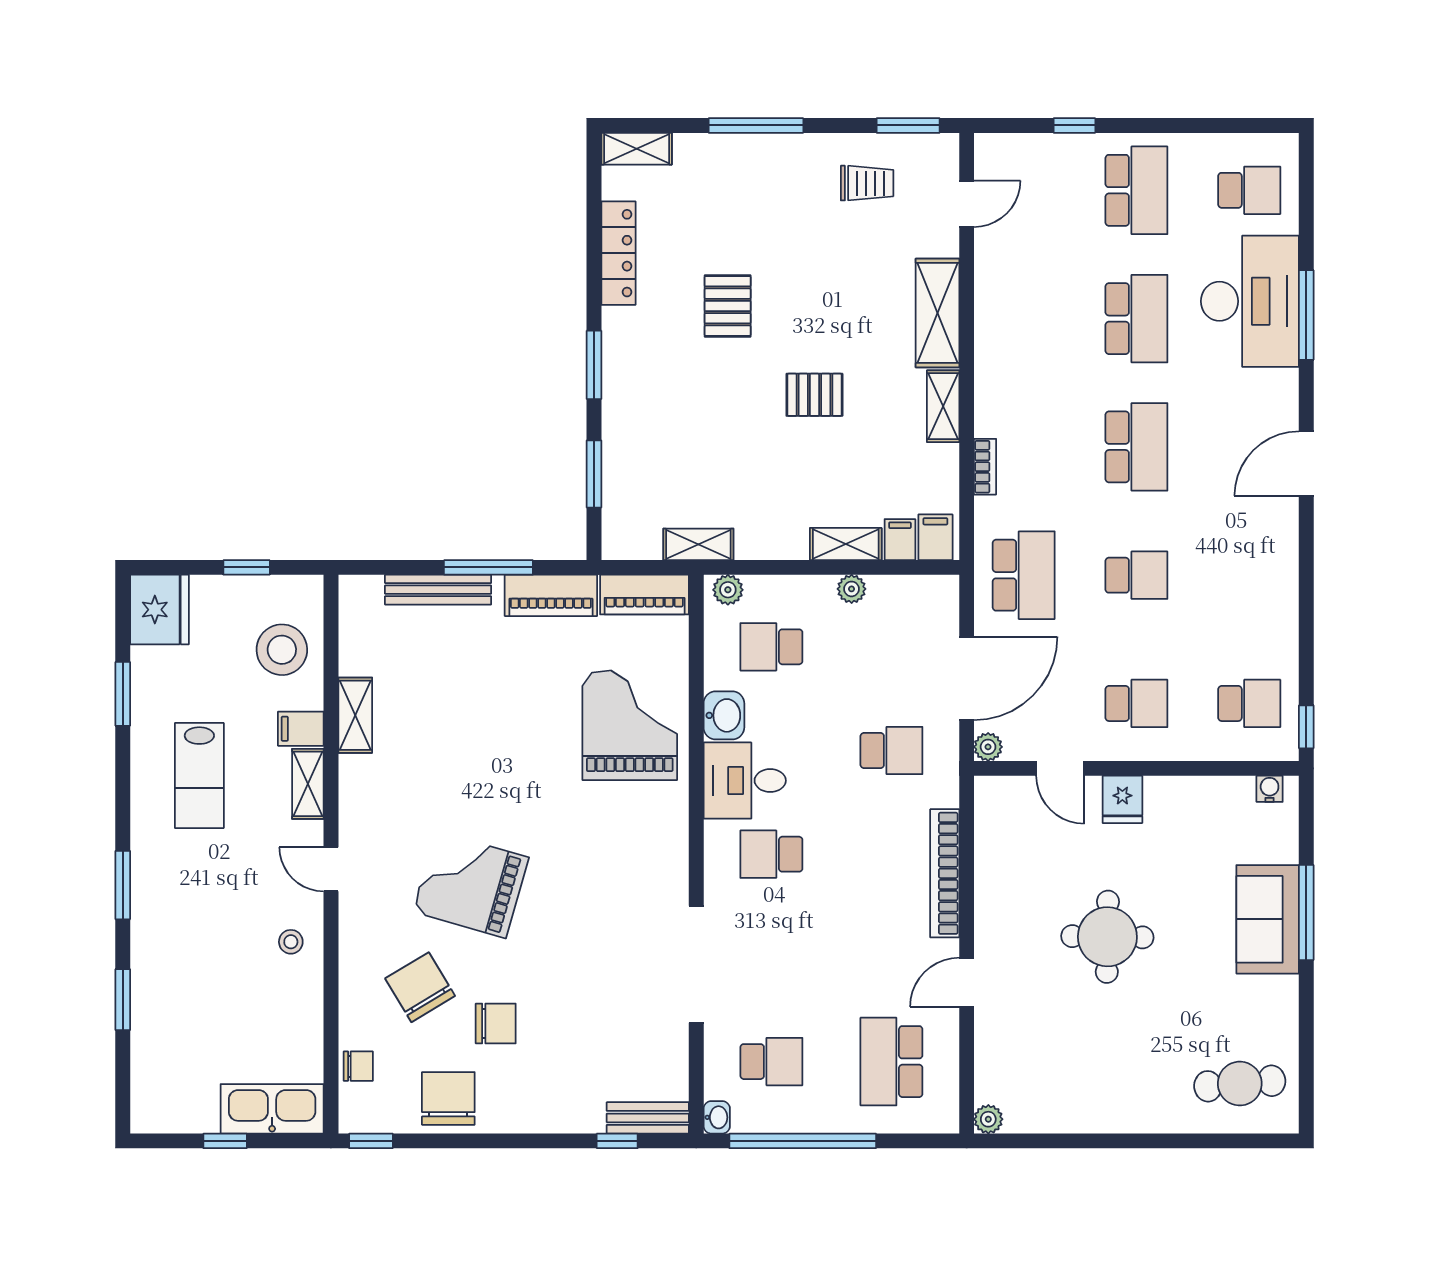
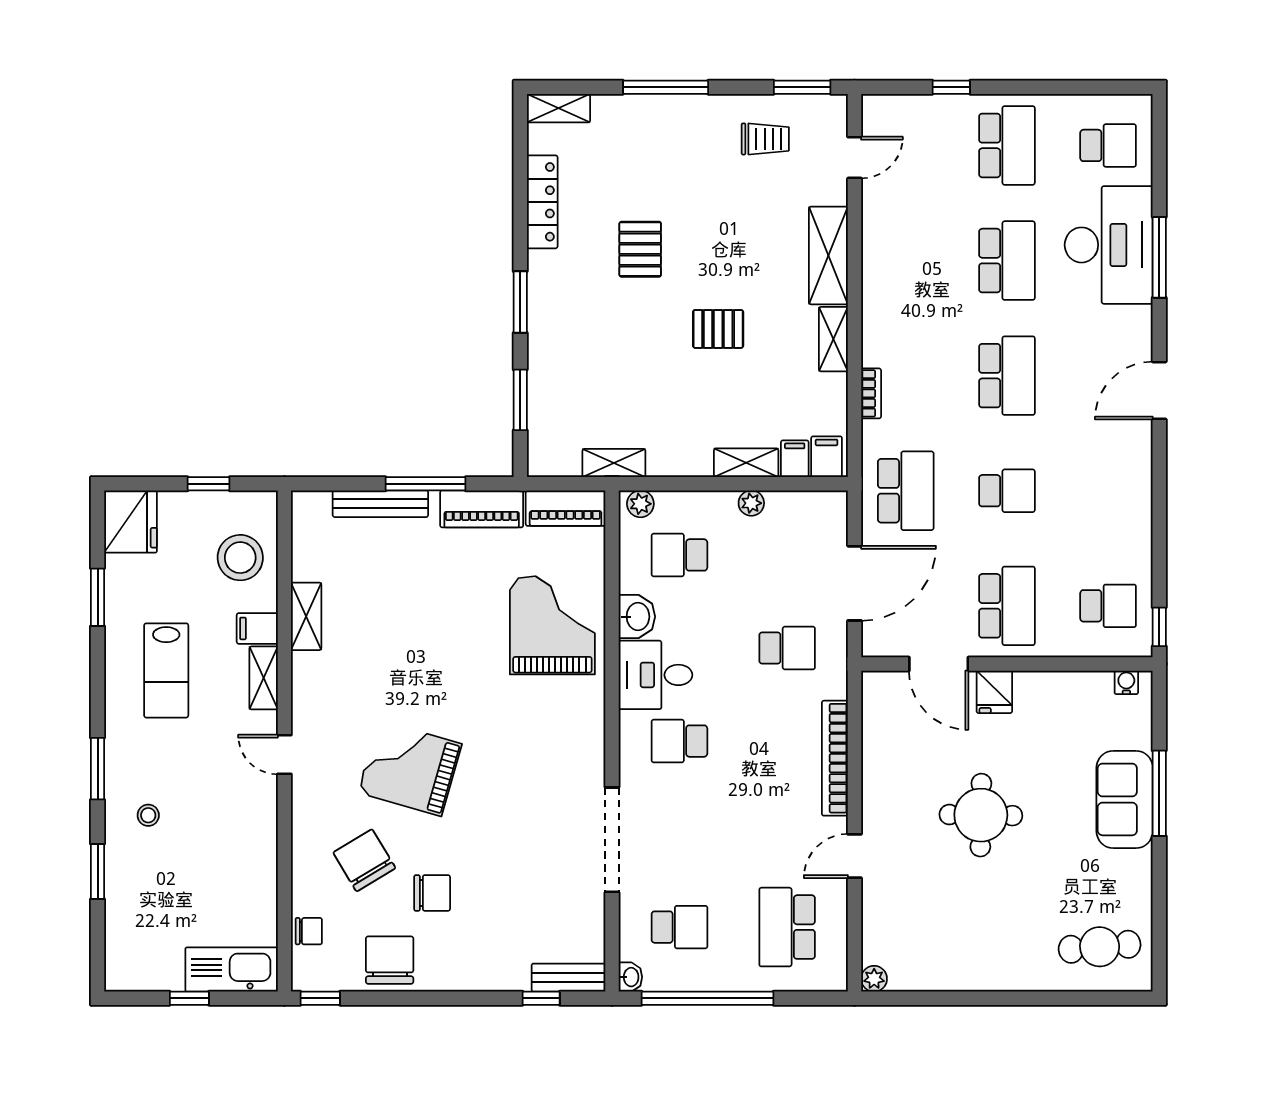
school desk: (1136, 703) -> (1007, 606), width x1.85
plant: (988, 747) -> (874, 645), removed
door: (1060, 768) -> (939, 664), width x1.38
stool: (291, 942) -> (148, 815), moved

